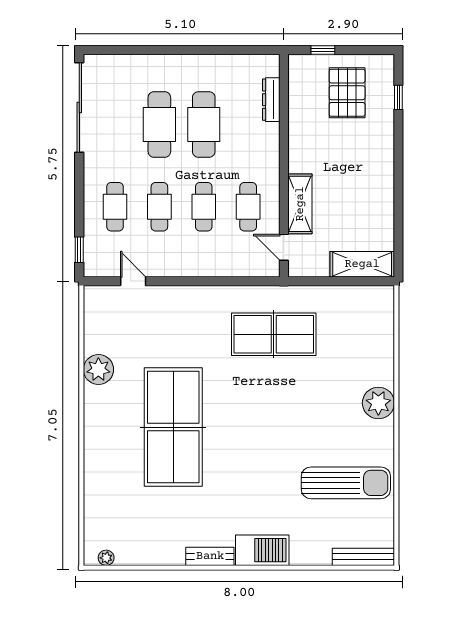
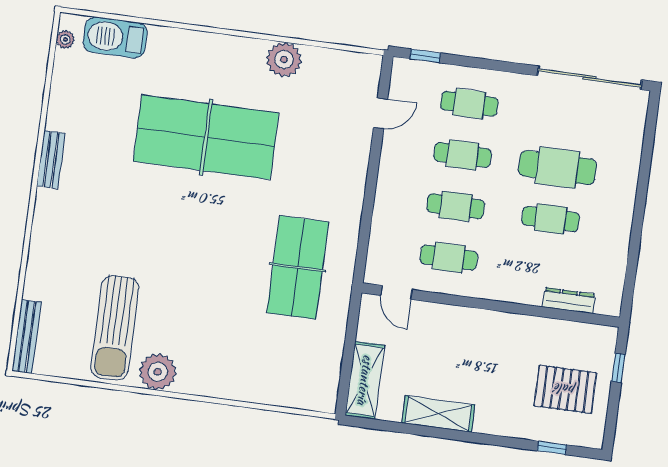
cafe table: (204, 125) -> (551, 219), width x0.73, depth x0.74
shelving: (300, 204) -> (438, 414), moved
door: (284, 247) -> (396, 292), swing flipped
plant: (378, 403) -> (158, 372), moved
barbecue: (262, 550) -> (115, 37), moved, turned 90

